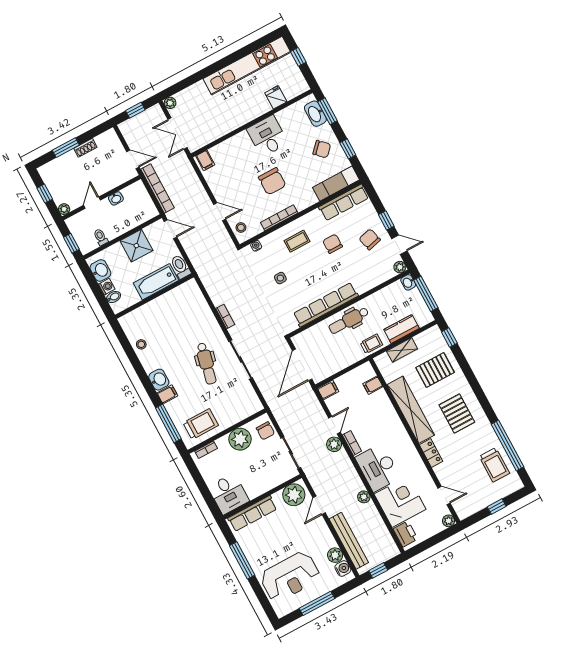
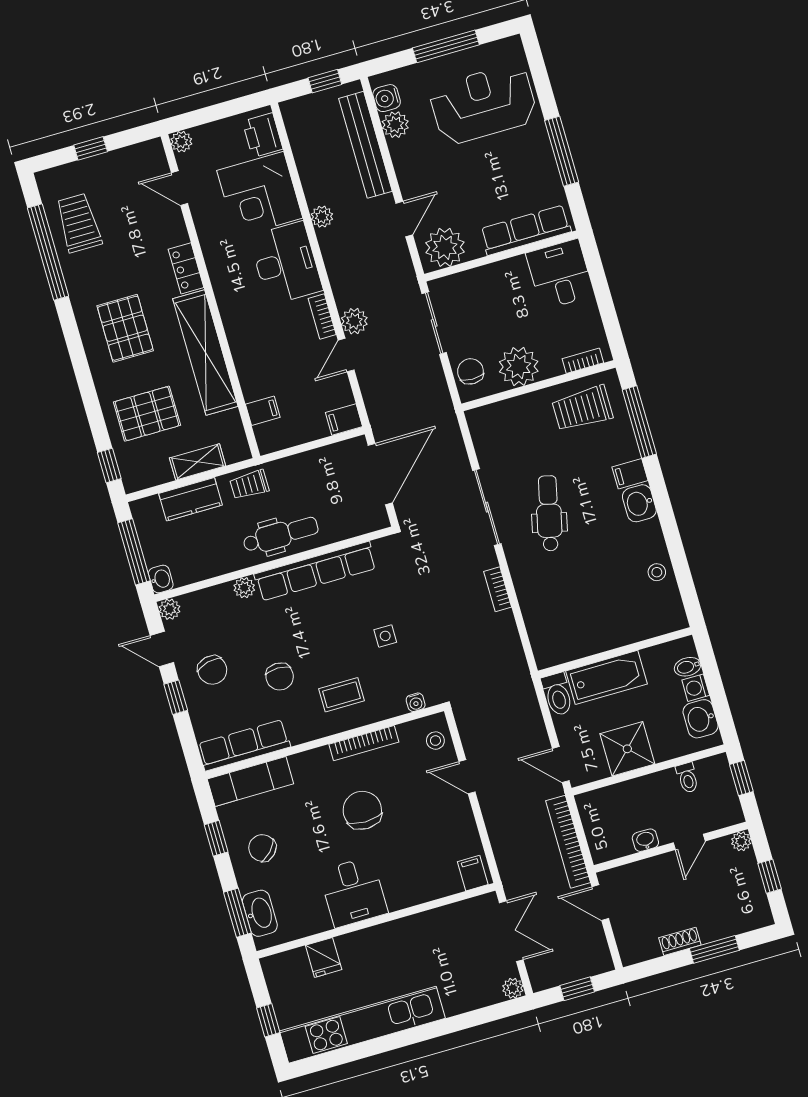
plant: (362, 287) -> (244, 588), added

